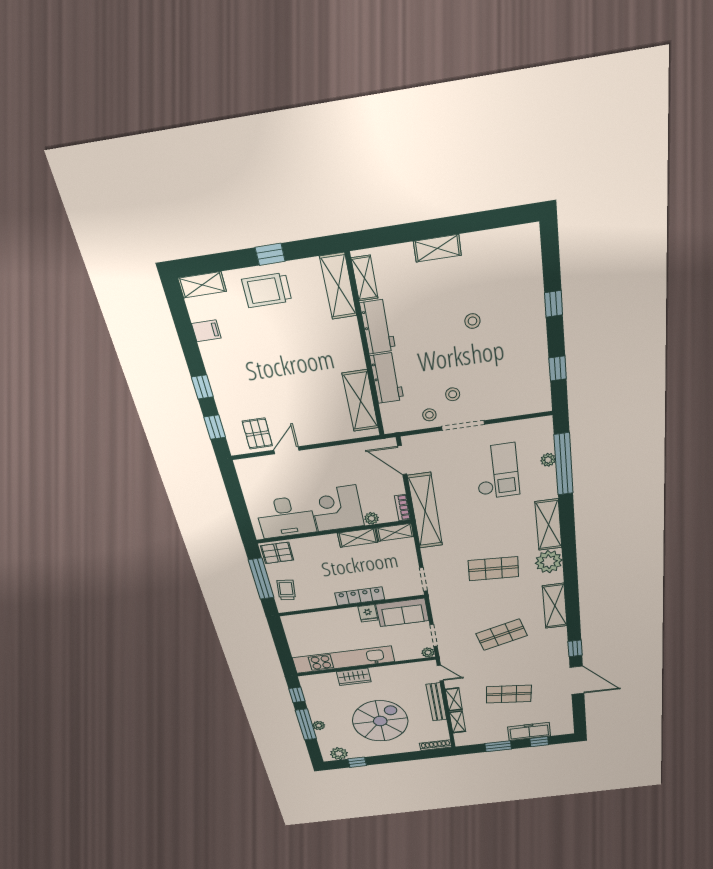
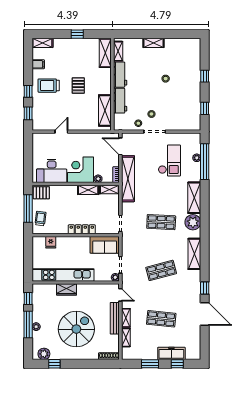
trolley: (267, 290) -> (49, 86), moved
pallet: (257, 434) -> (78, 86), moved
fridge: (368, 613) -> (51, 242), moved

